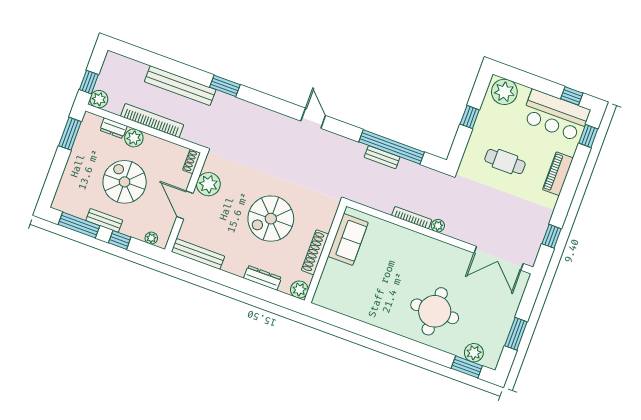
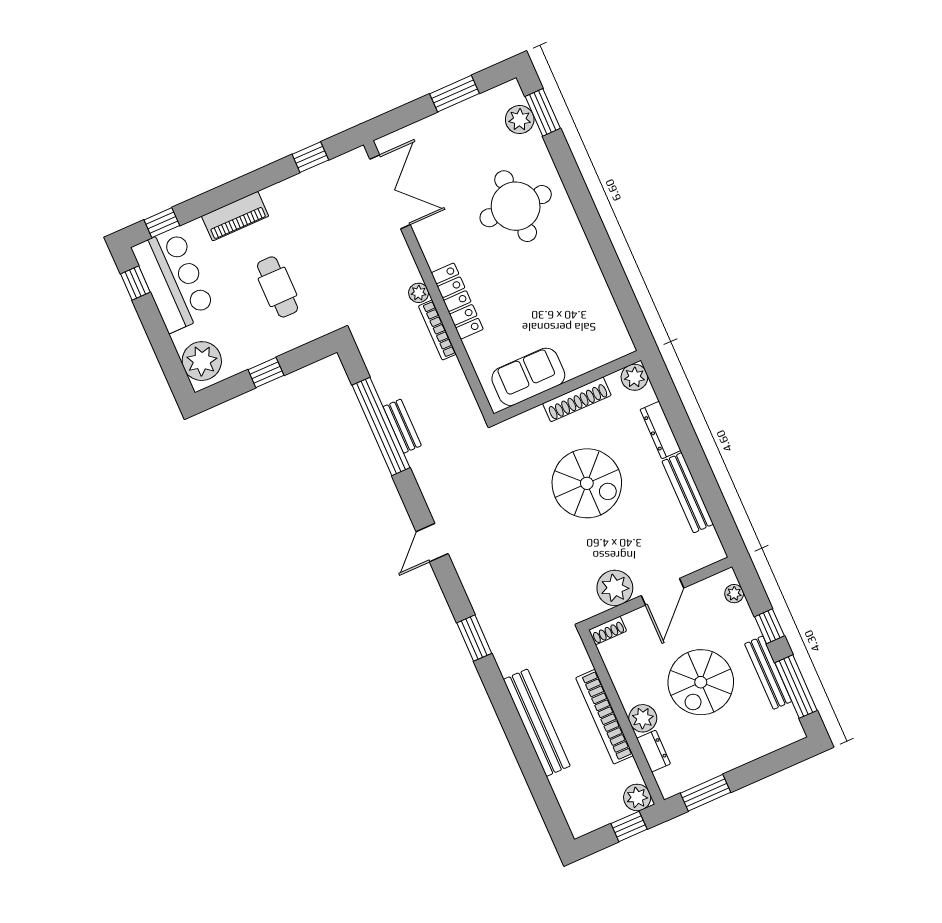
window: (225, 86) -> (474, 638), moved
bench: (104, 220) -> (768, 673), width x1.36
locker: (416, 240) -> (457, 301), added
bench: (198, 254) -> (688, 493), moved

